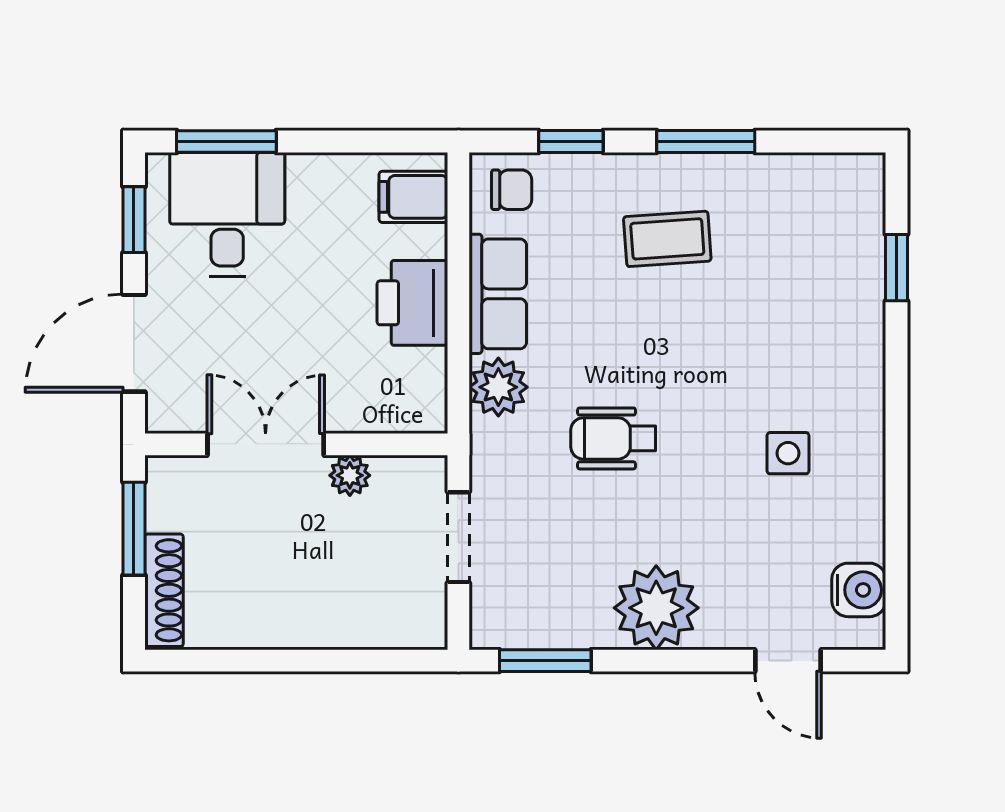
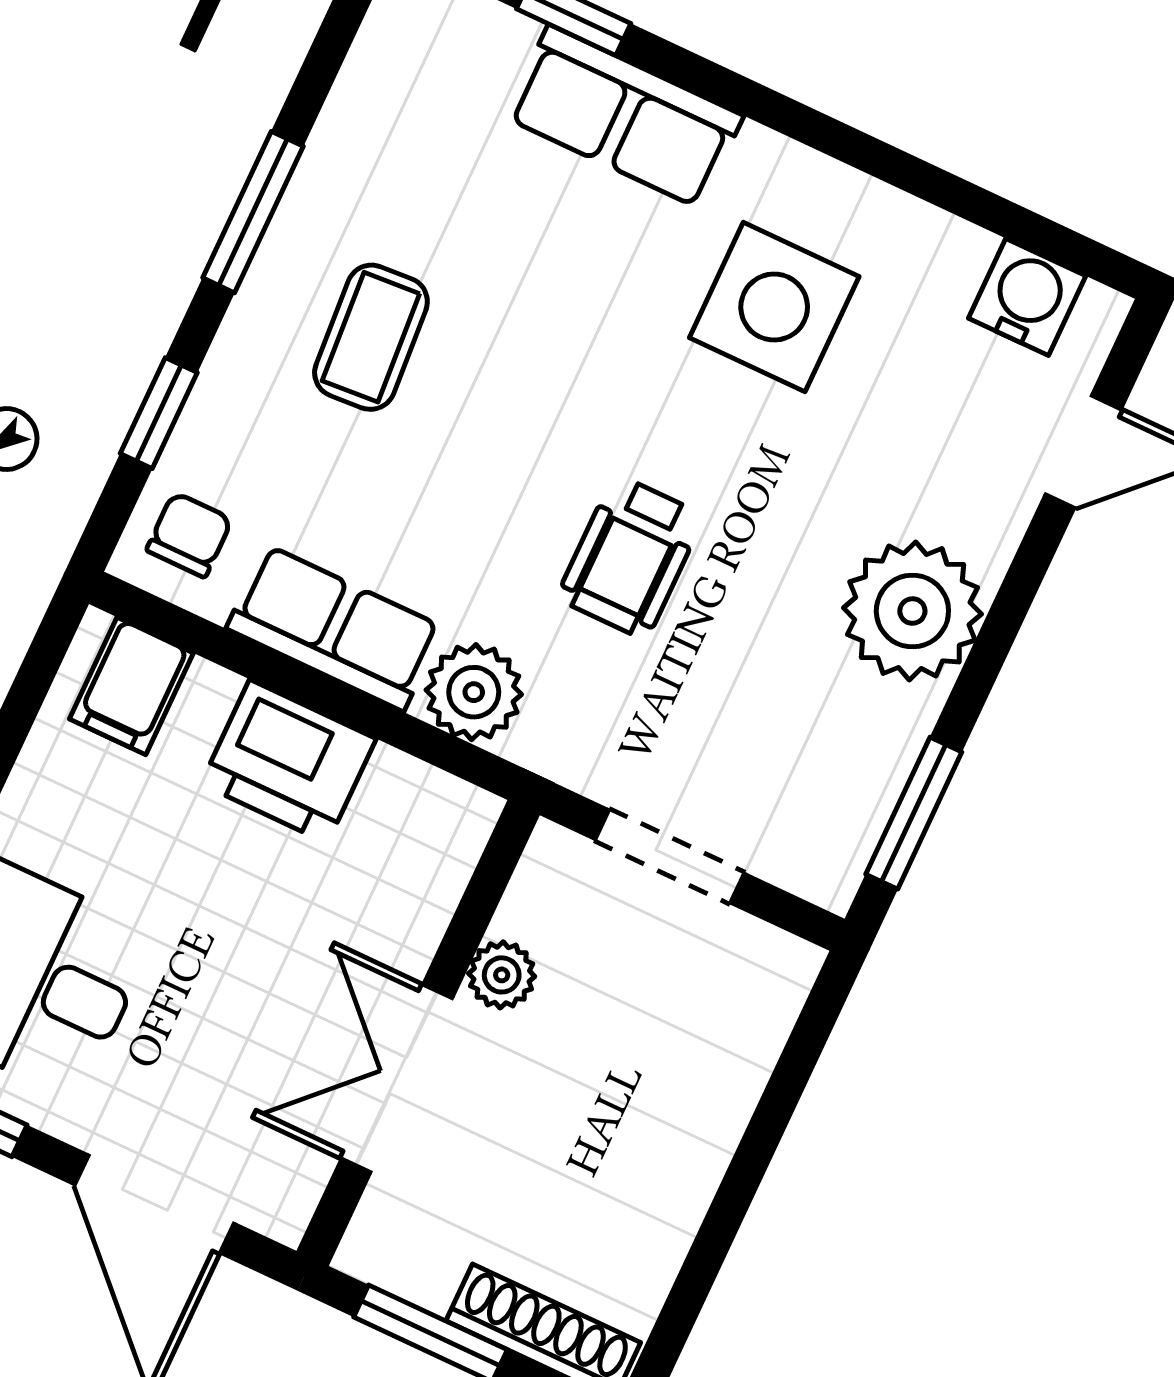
row of seats: (854, 321) -> (624, 117), added
side table: (788, 453) -> (774, 307), width x1.87, depth x1.87

